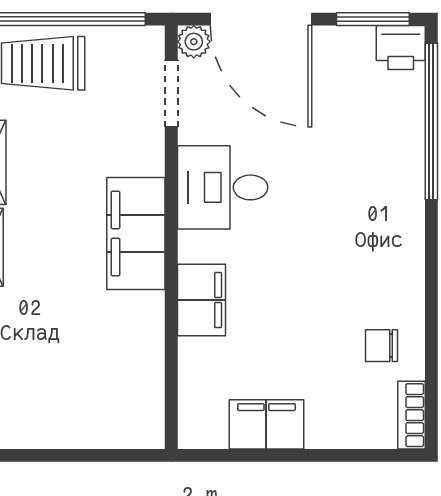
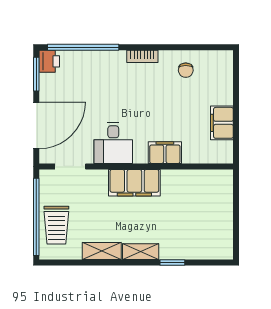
plant: (194, 42) -> (46, 156), removed
bookcase: (411, 415) -> (142, 56), moved

